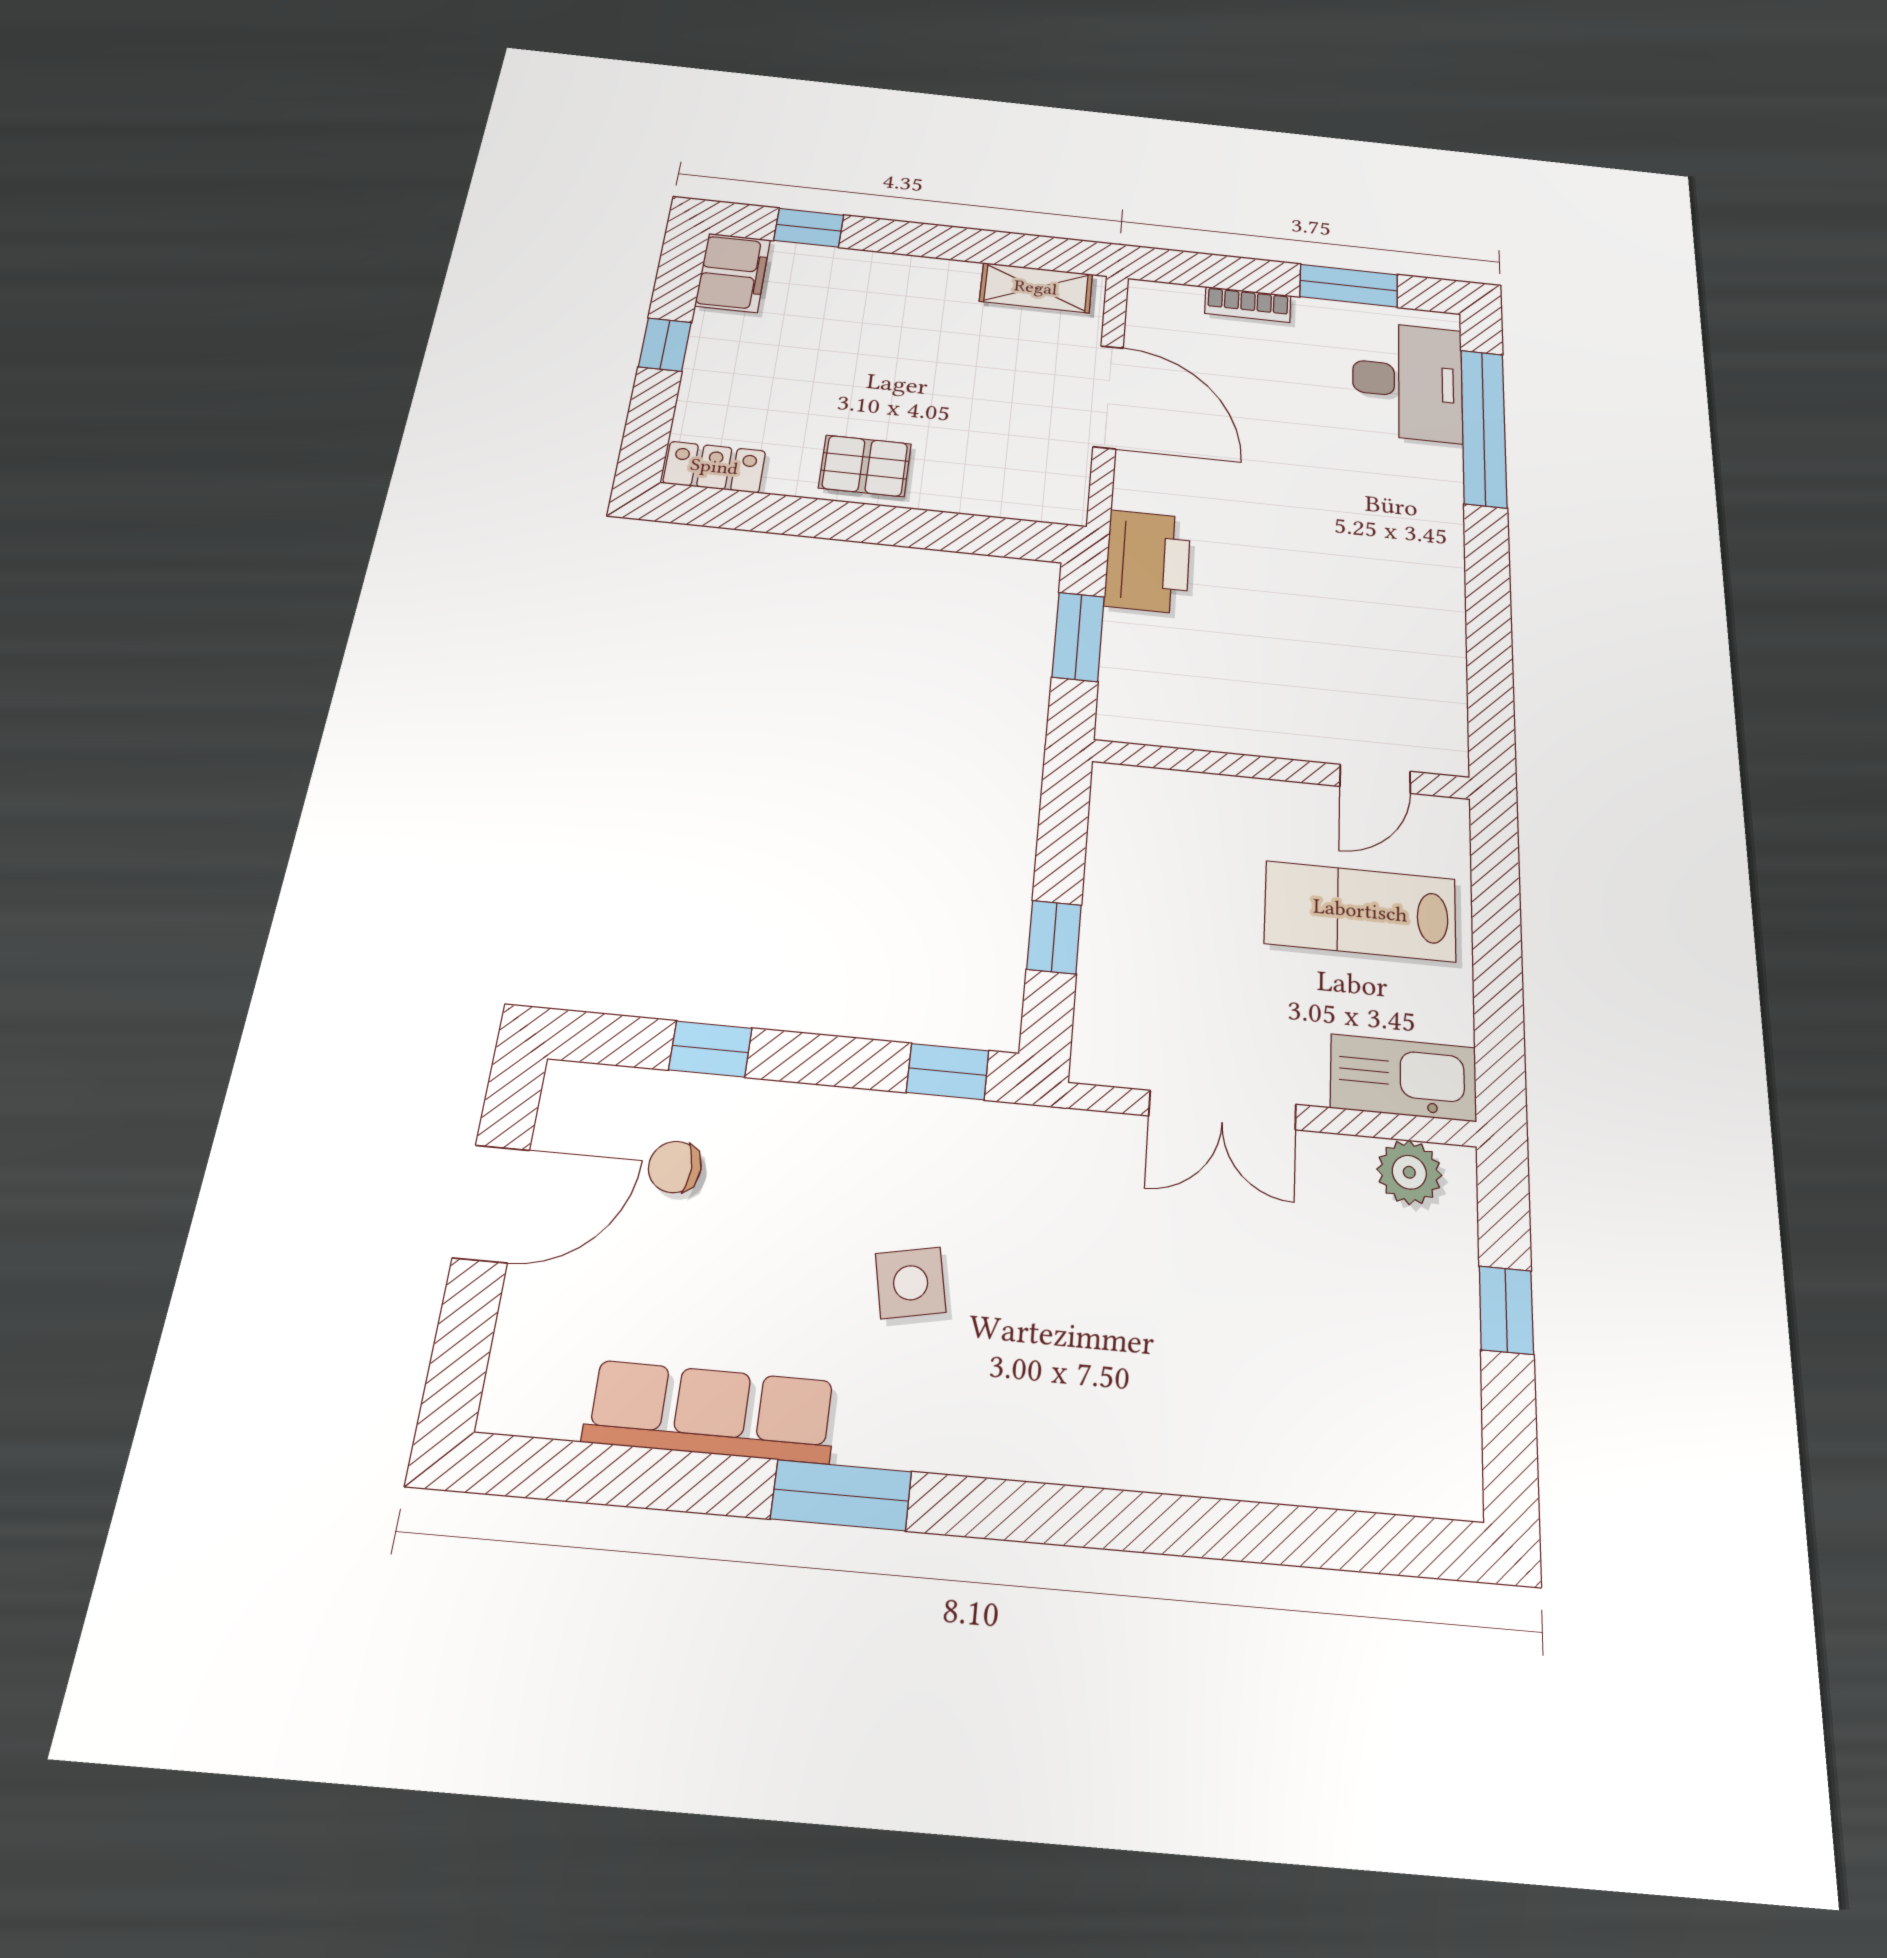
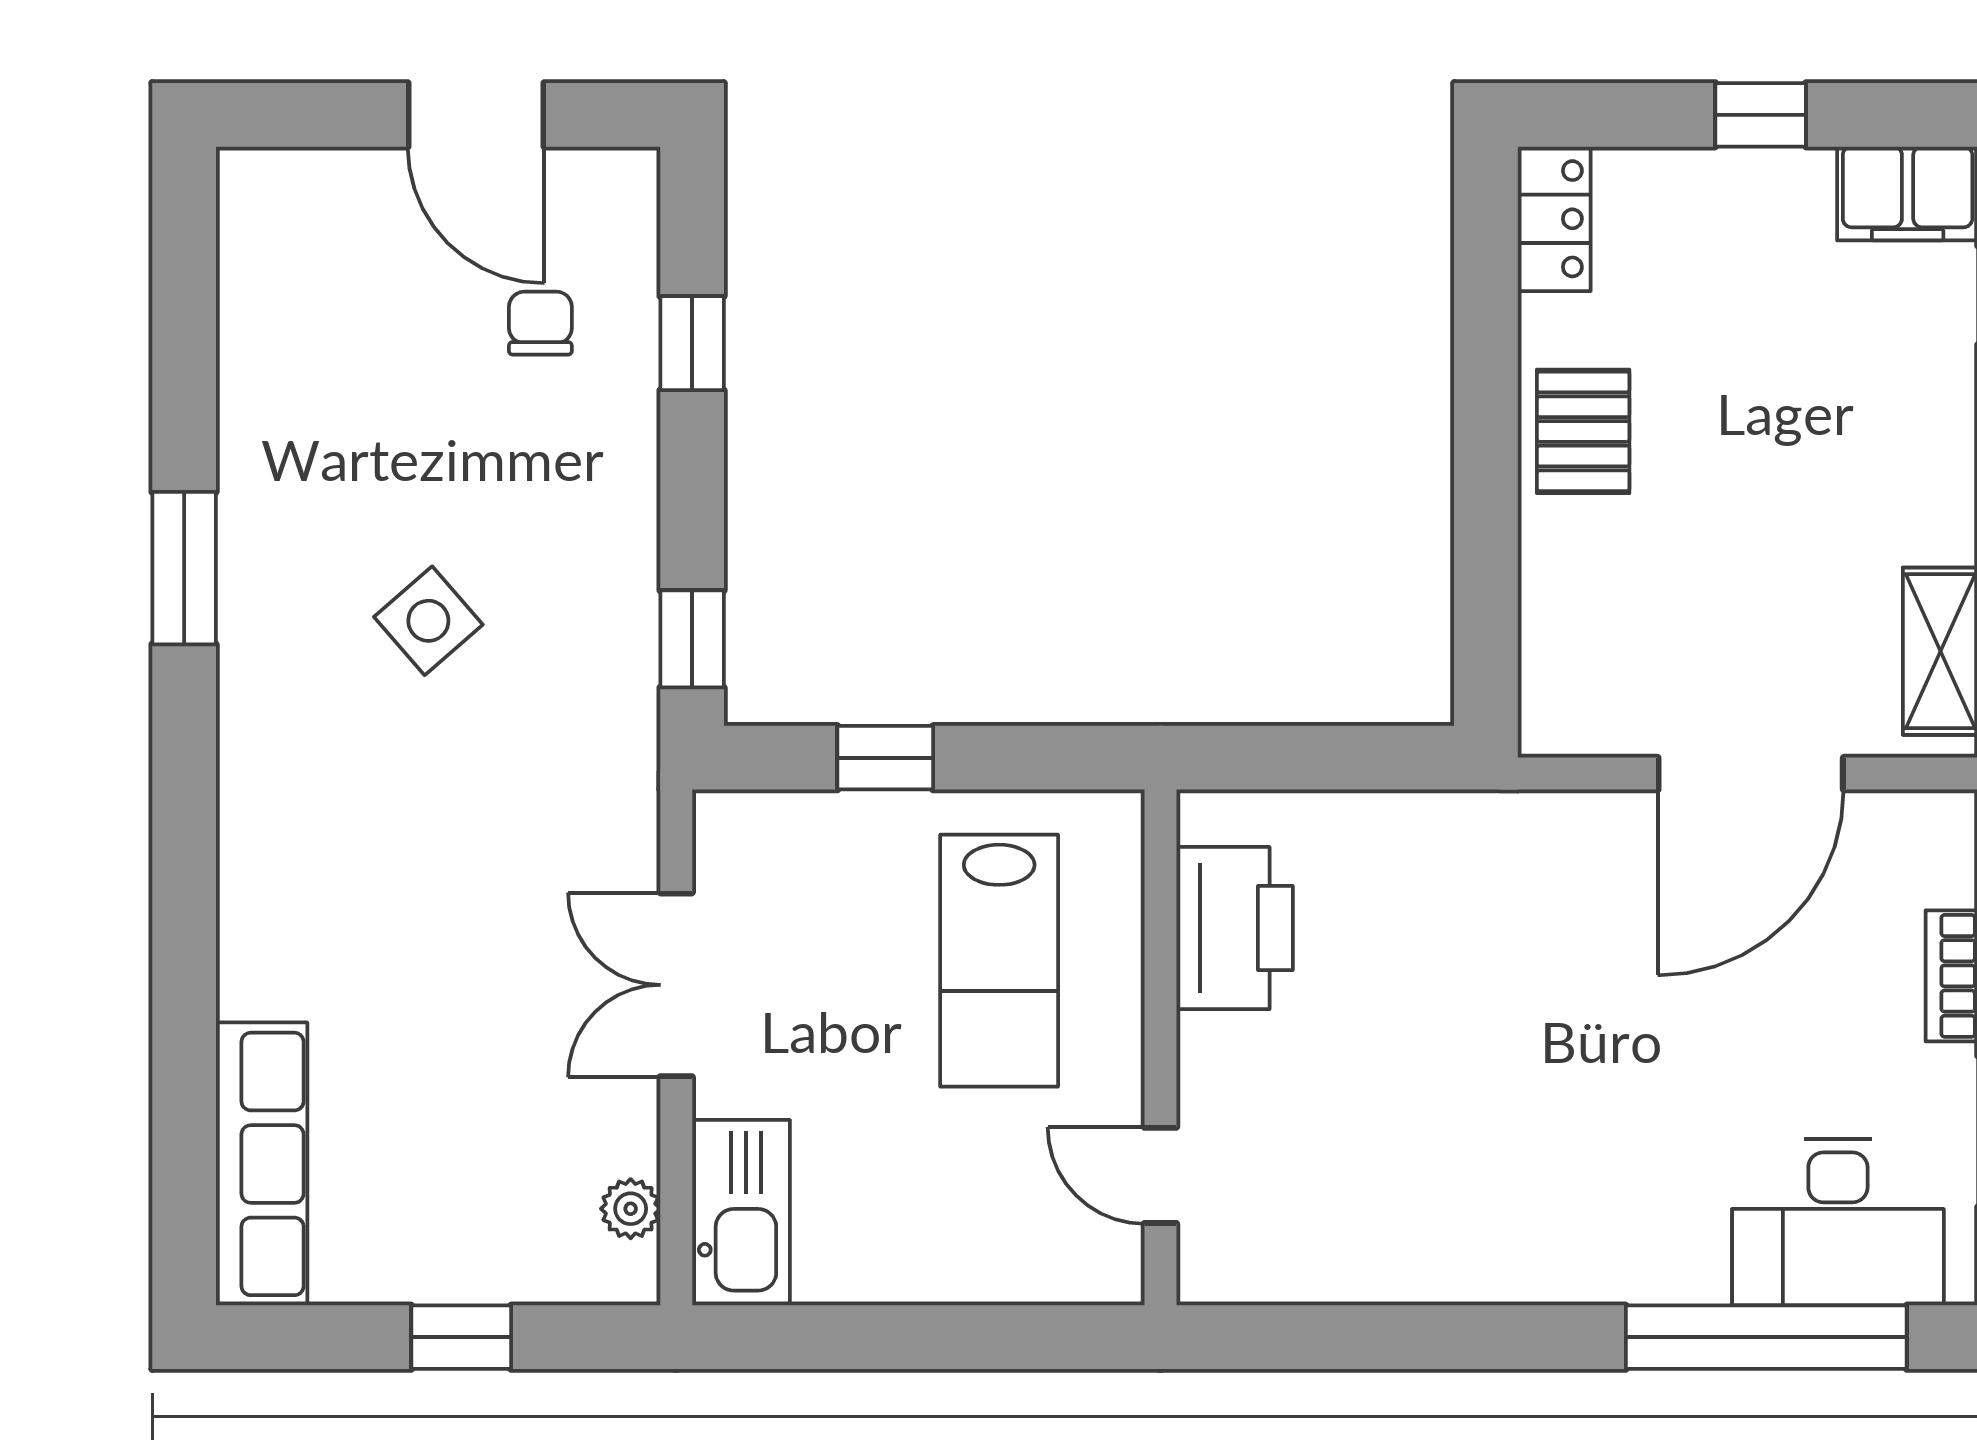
printer: (1148, 562) -> (1235, 928), moved, turned -90
window: (1078, 637) -> (1335, 758), removed
lab bench: (1360, 911) -> (999, 961), moved, turned 180
plant: (1409, 1172) -> (631, 1209), width x0.73, depth x0.73
side table: (911, 1283) -> (428, 621), turned -30
row of seats: (711, 1412) -> (262, 1164), moved

